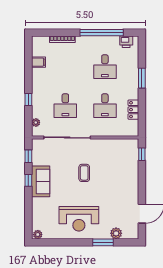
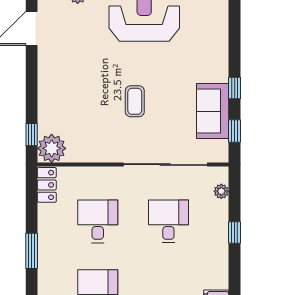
window: (142, 78) -> (32, 251), moved
locker: (133, 110) -> (47, 185), moved
plant: (131, 147) -> (52, 148), added
sofa: (41, 181) -> (213, 111), moved

